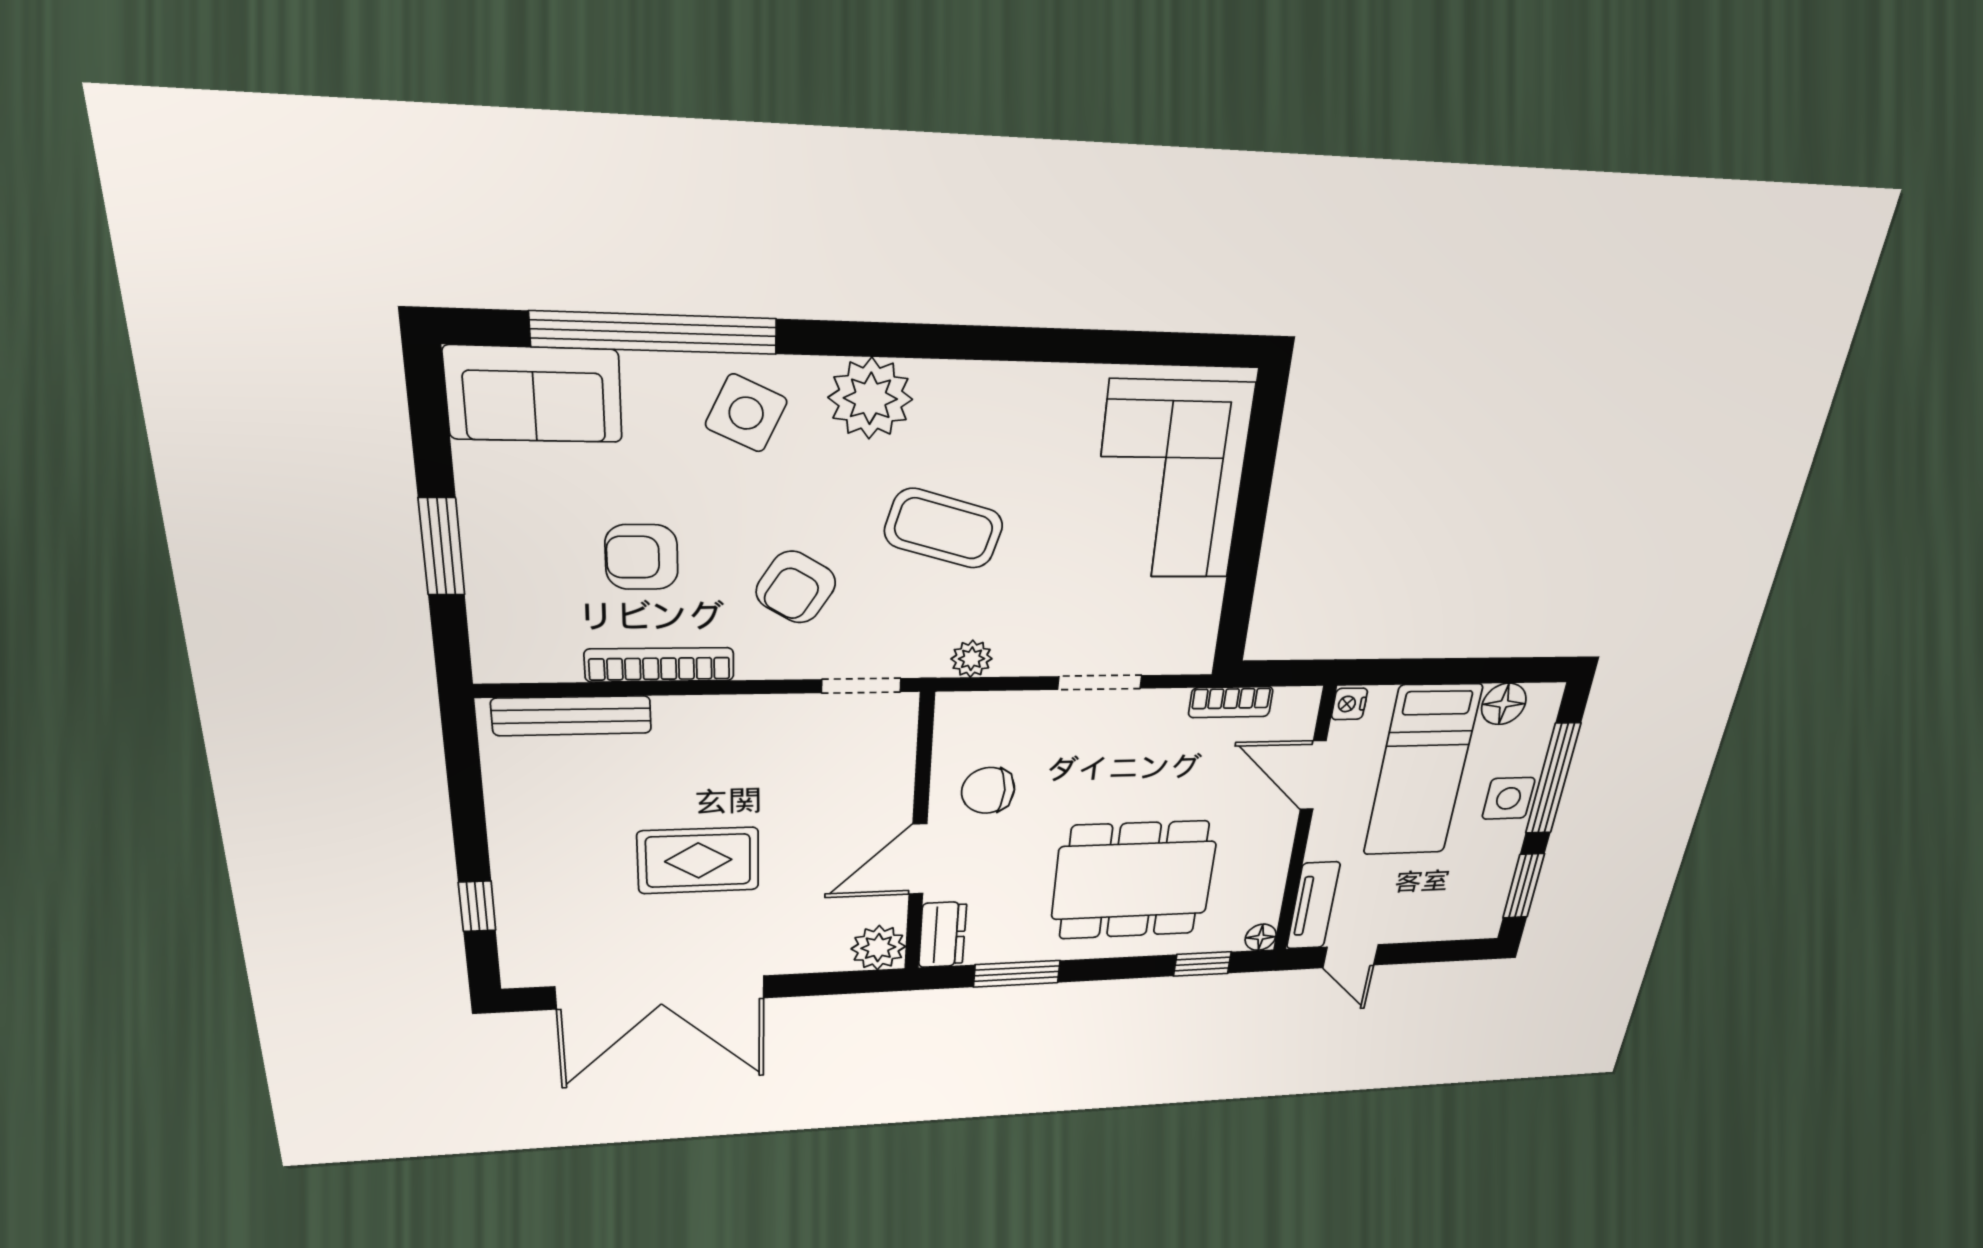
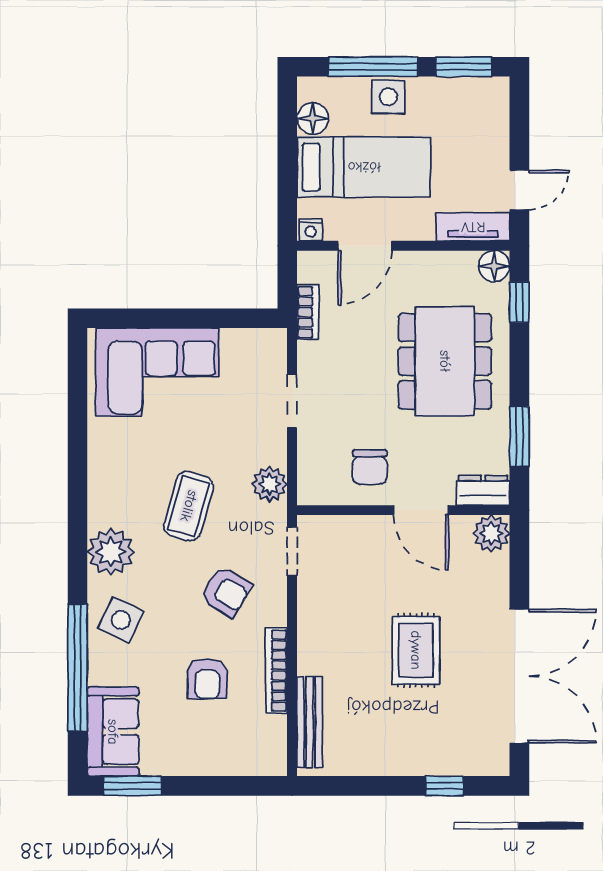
window: (442, 547) -> (133, 786), moved
plant: (972, 659) -> (270, 484), width x1.38, depth x1.38
floor lamp: (1261, 937) -> (494, 266), width x1.37, depth x1.37

